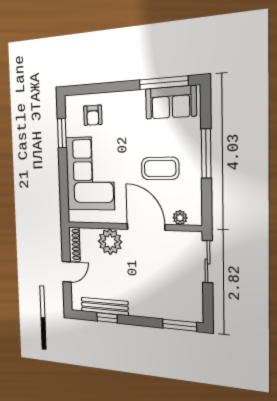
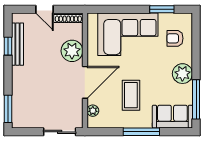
sofa: (171, 102) -> (172, 117), moved, turned 90
plant: (133, 103) -> (182, 74), added

